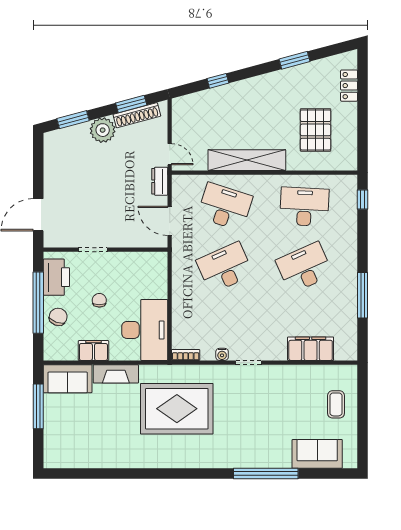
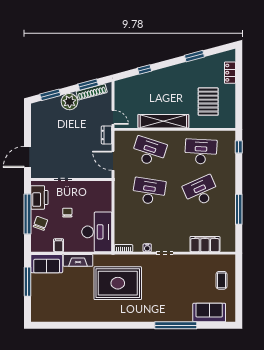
desk: (225, 268) -> (149, 191), turned 33
filing cabinet: (93, 351) -> (59, 245), width x0.50

